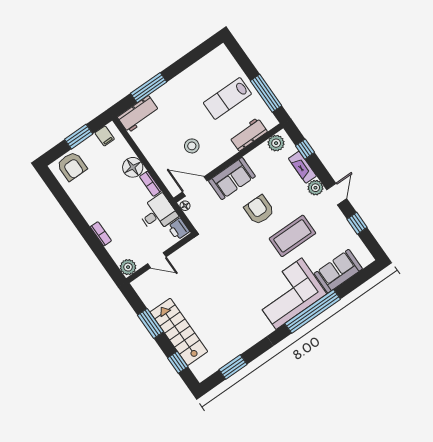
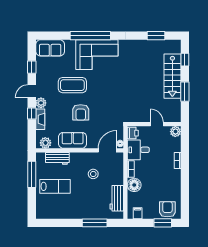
workbench: (138, 114) -> (117, 198), moved, turned -90
window: (79, 137) -> (163, 223), moved
window: (305, 149) -> (32, 114), moved
sofa: (232, 179) -> (73, 140), moved
door: (195, 186) -> (107, 150), swing flipped
sofa: (338, 271) -> (50, 48), moved

